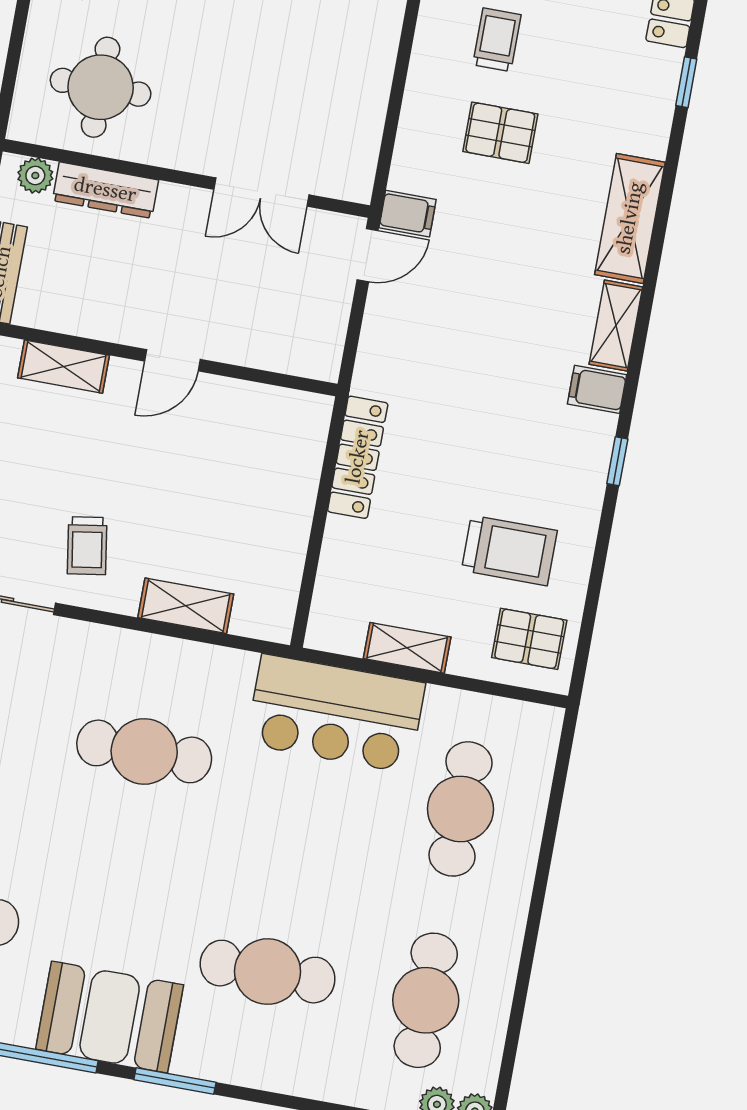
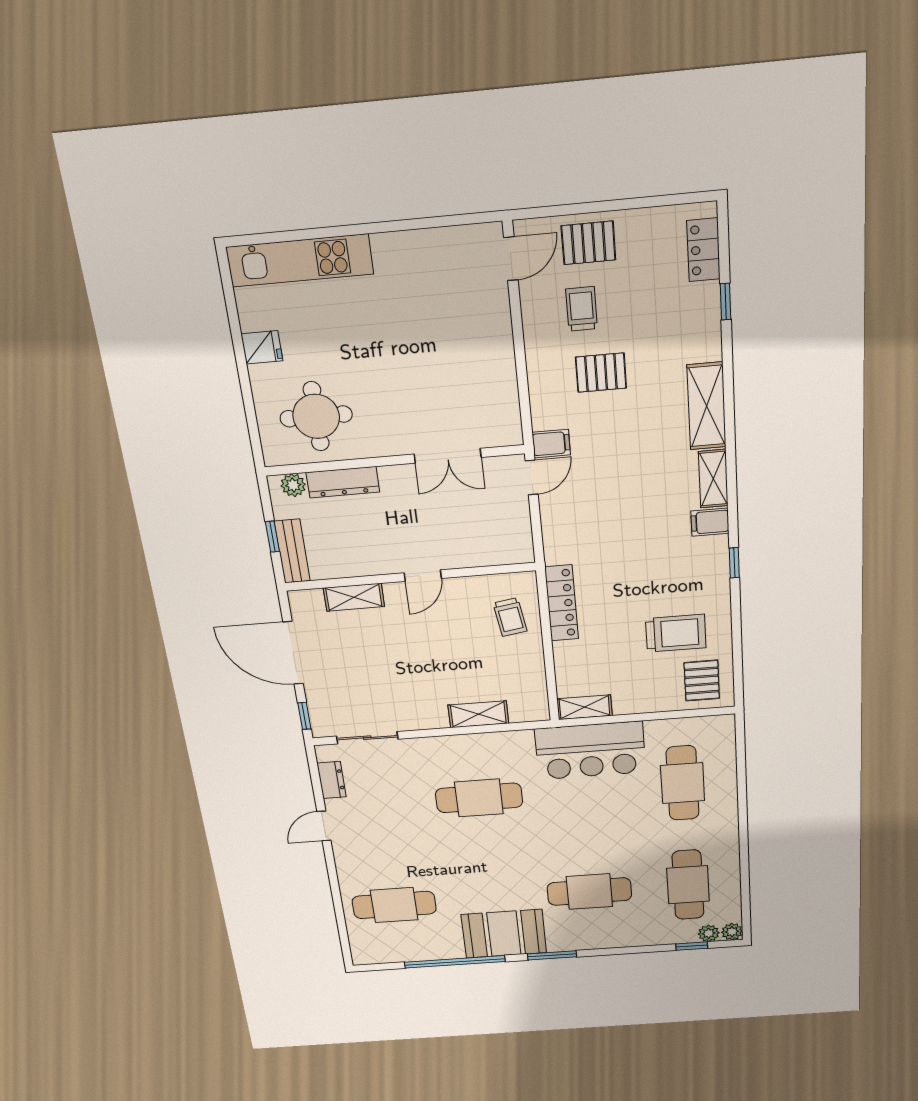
trolley: (87, 546) -> (510, 617), moved
pallet: (529, 639) -> (702, 681), turned 90
shelving: (407, 648) -> (585, 707), moved

